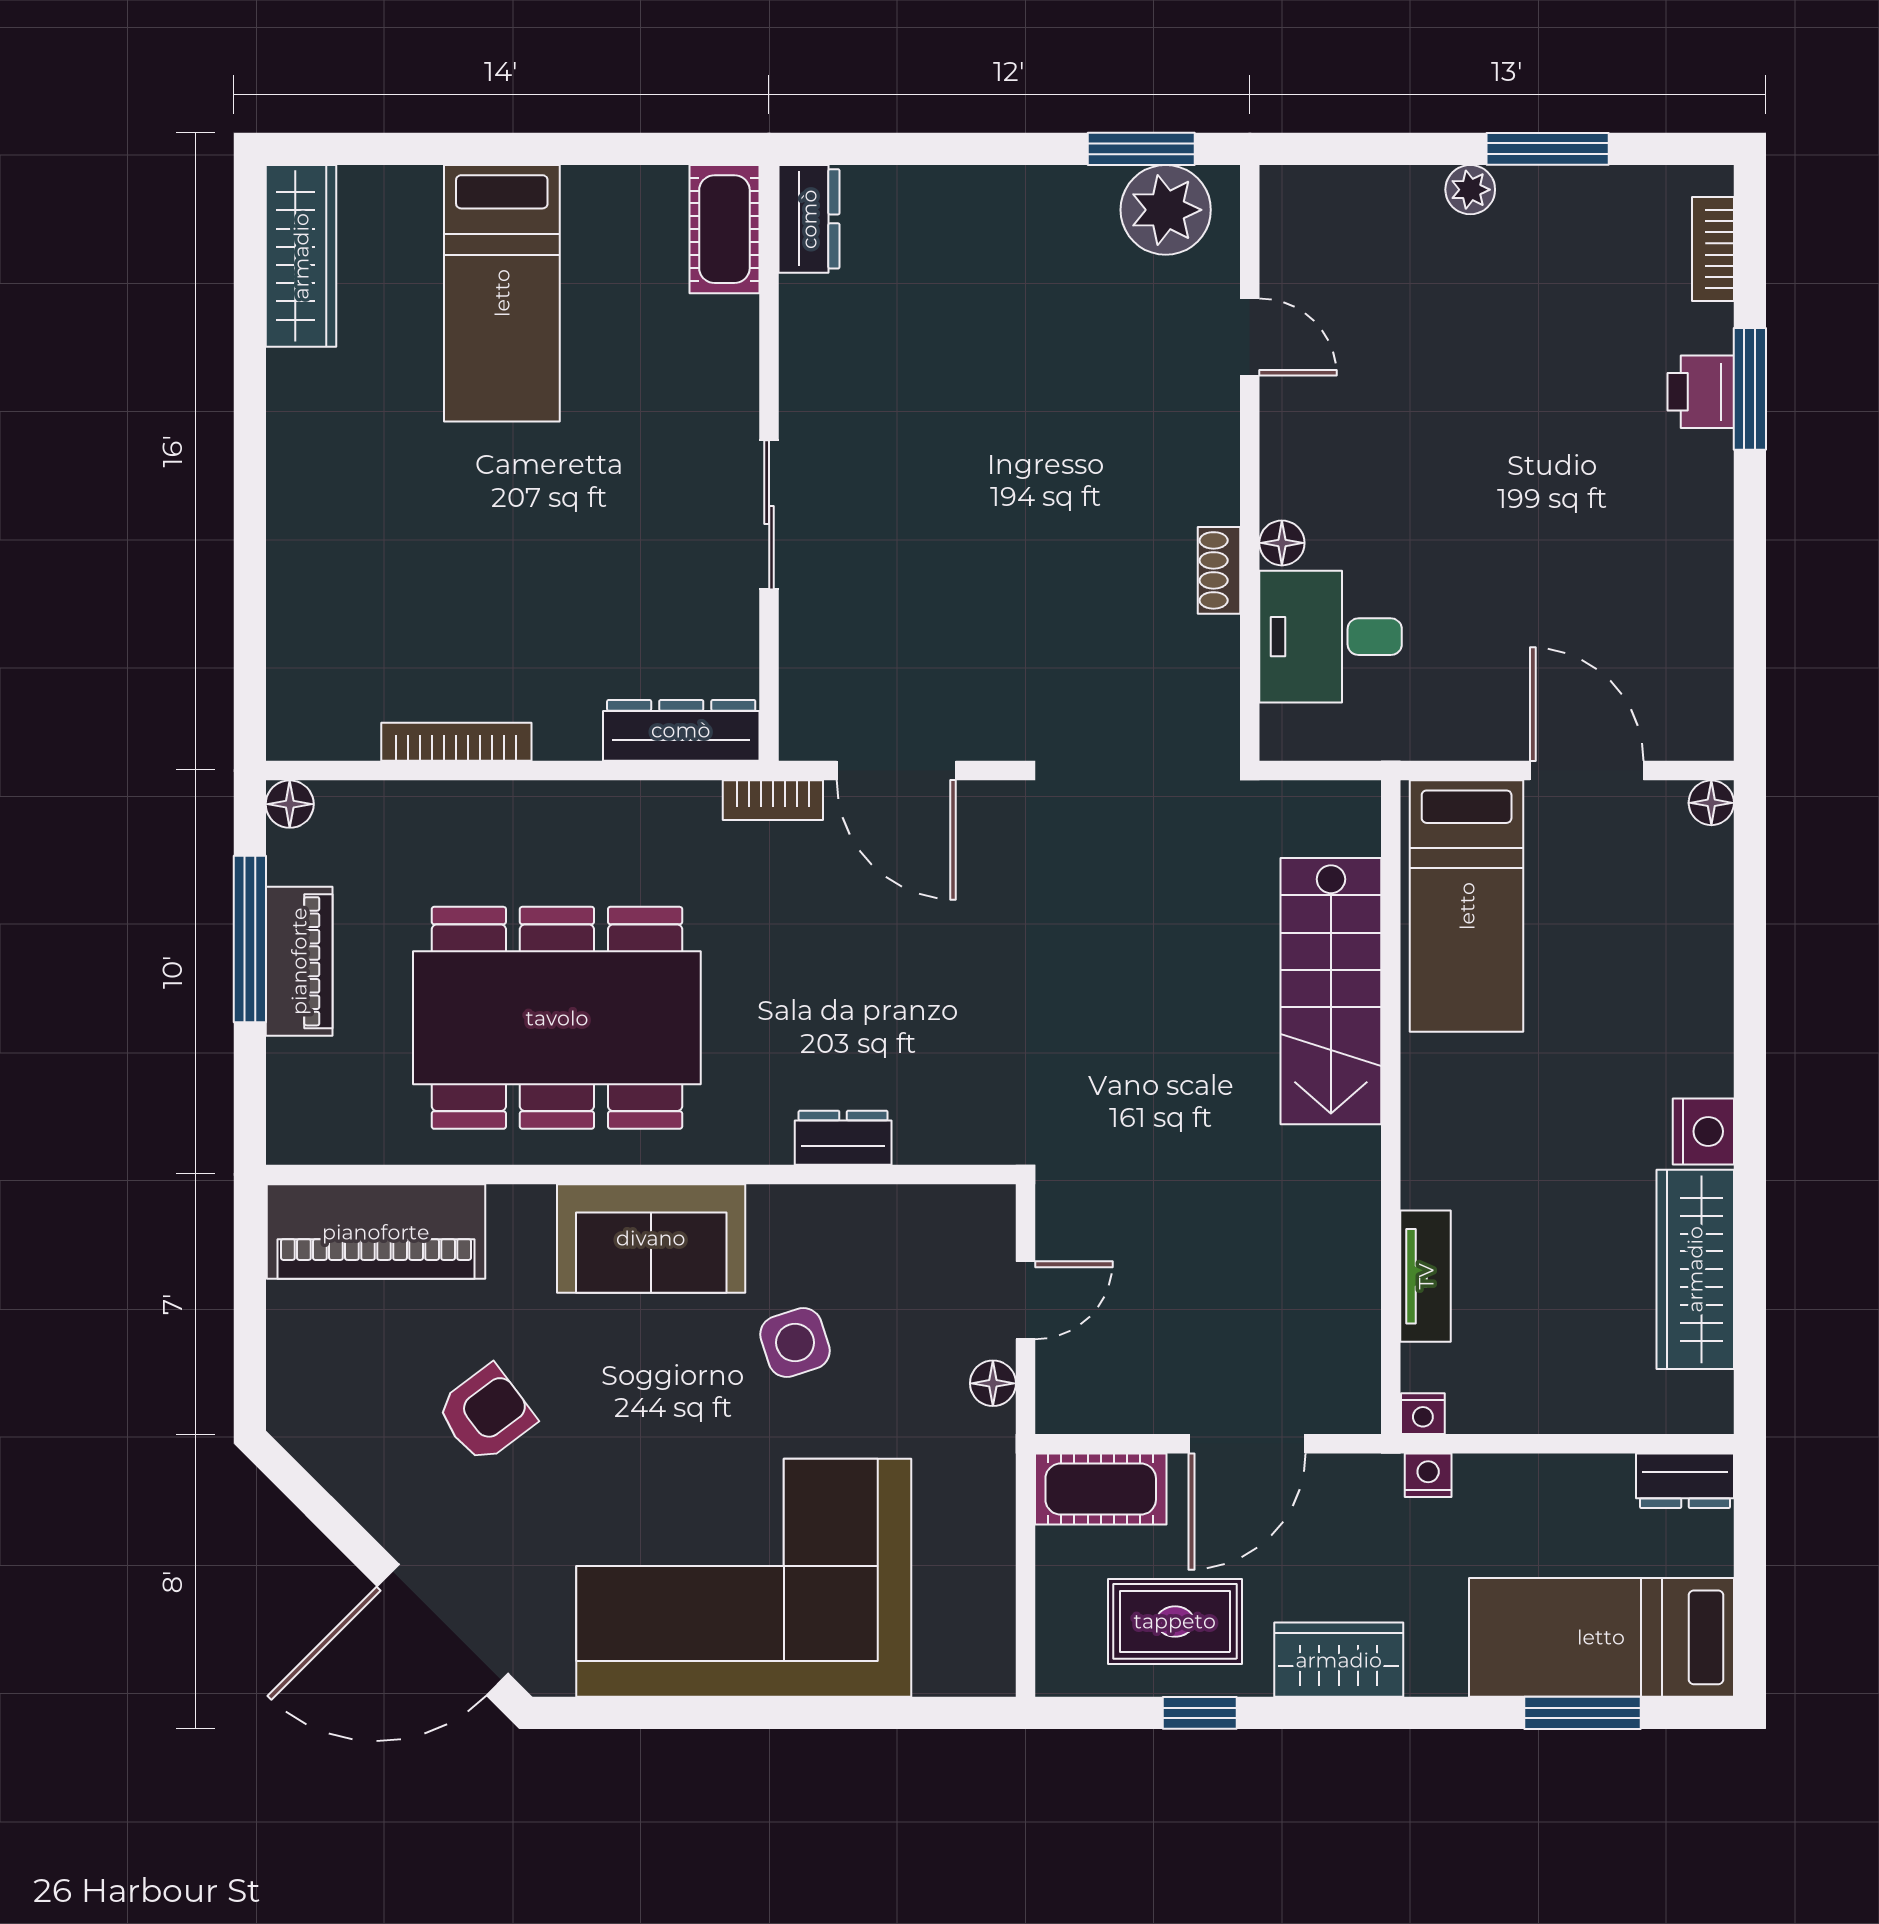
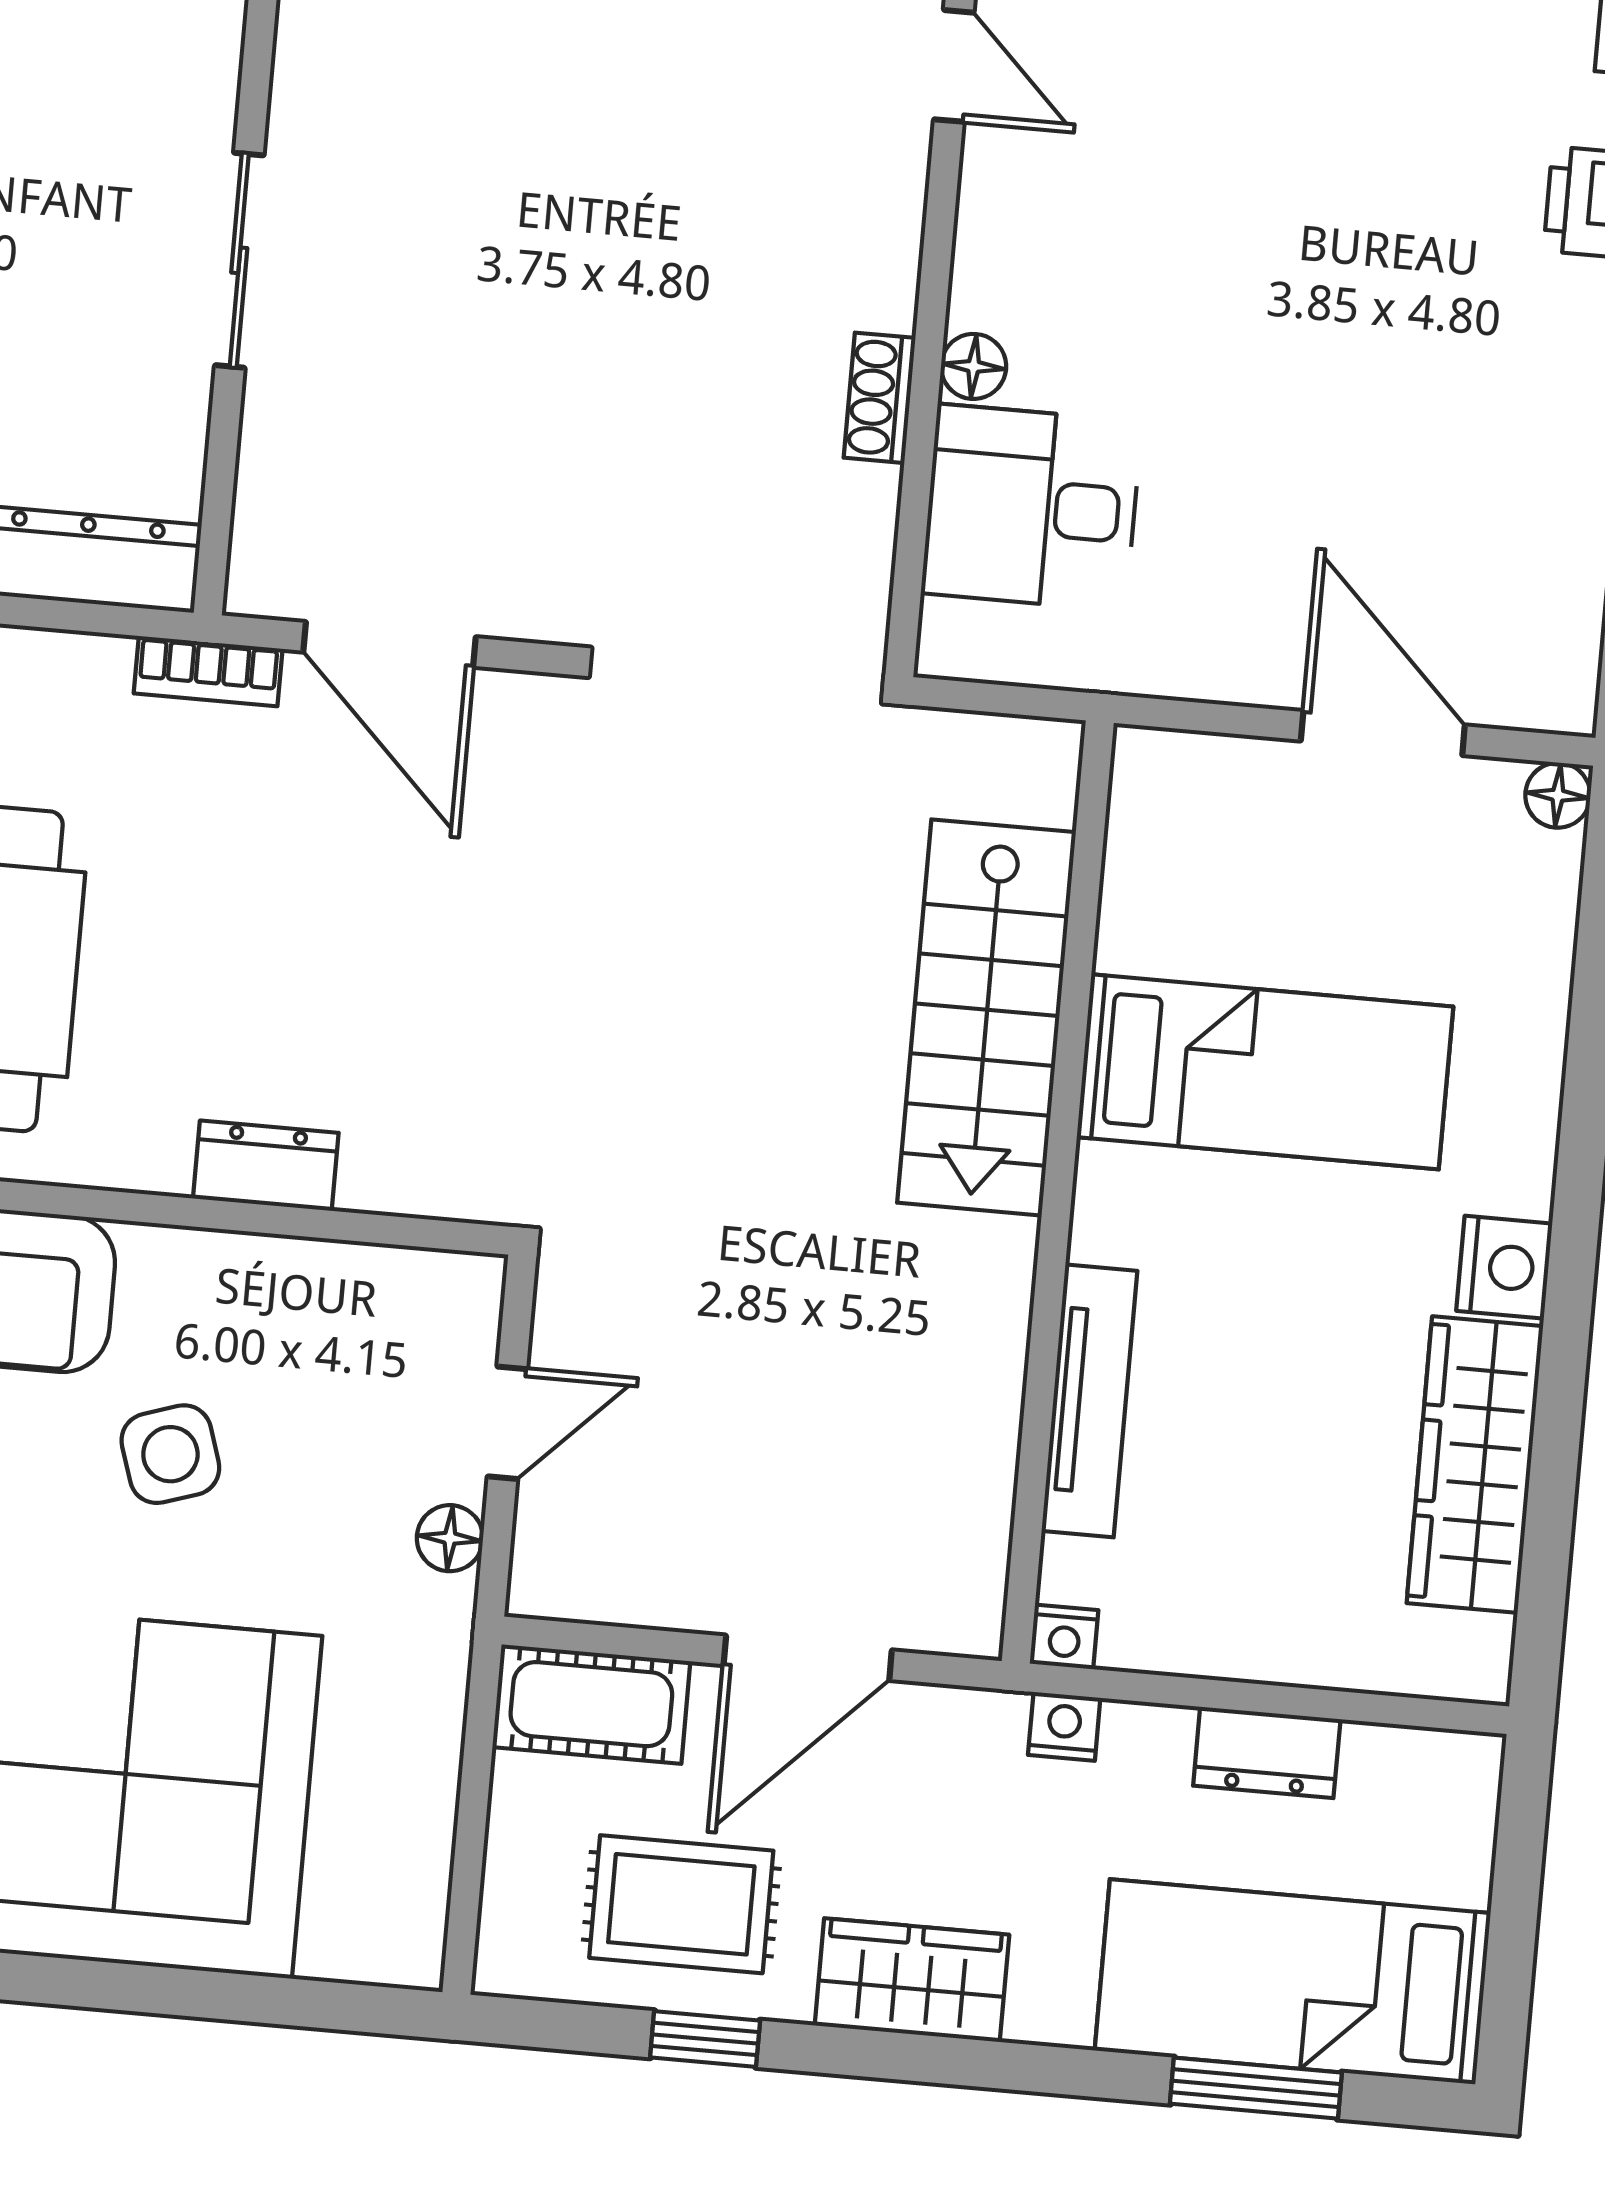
bed: (1467, 906) -> (1265, 1072), moved, turned -90
tv unit: (1426, 1276) -> (1089, 1401), width x1.41
dresser: (1685, 1481) -> (1267, 1752), moved

